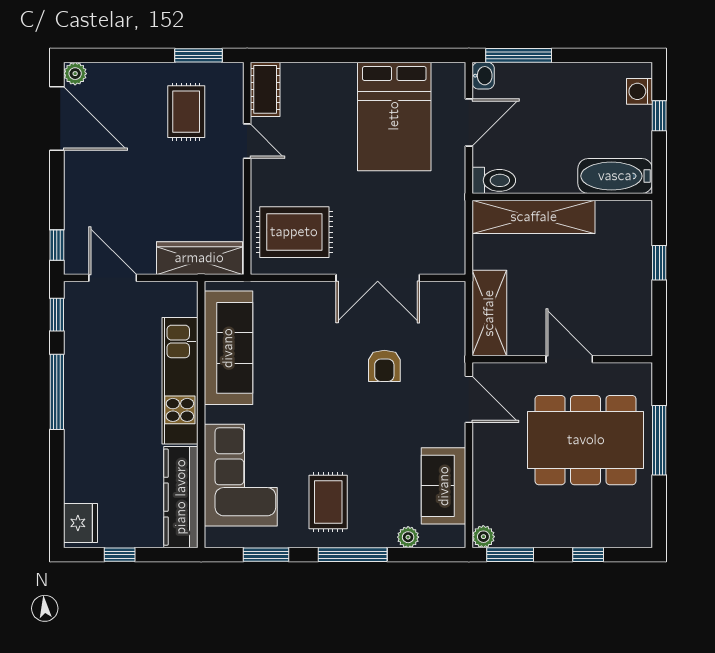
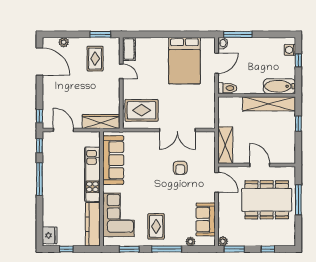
plant: (75, 74) -> (64, 42), moved
shelving: (534, 217) -> (269, 104), moved

